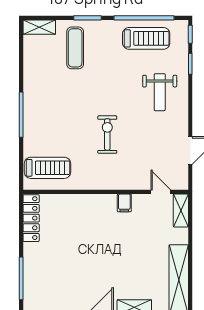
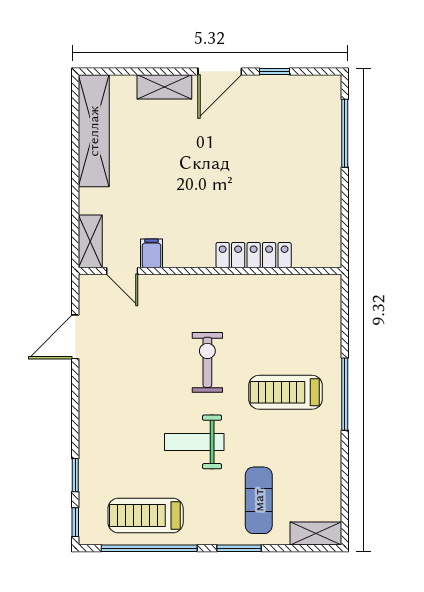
weight bench: (160, 92) -> (194, 442), moved, turned -90
exercise bike: (107, 135) -> (207, 362), turned 180
treadmill: (47, 168) -> (285, 392), moved
filing cabinet: (124, 203) -> (152, 253), moved
locker: (31, 218) -> (254, 255), moved, turned 90

